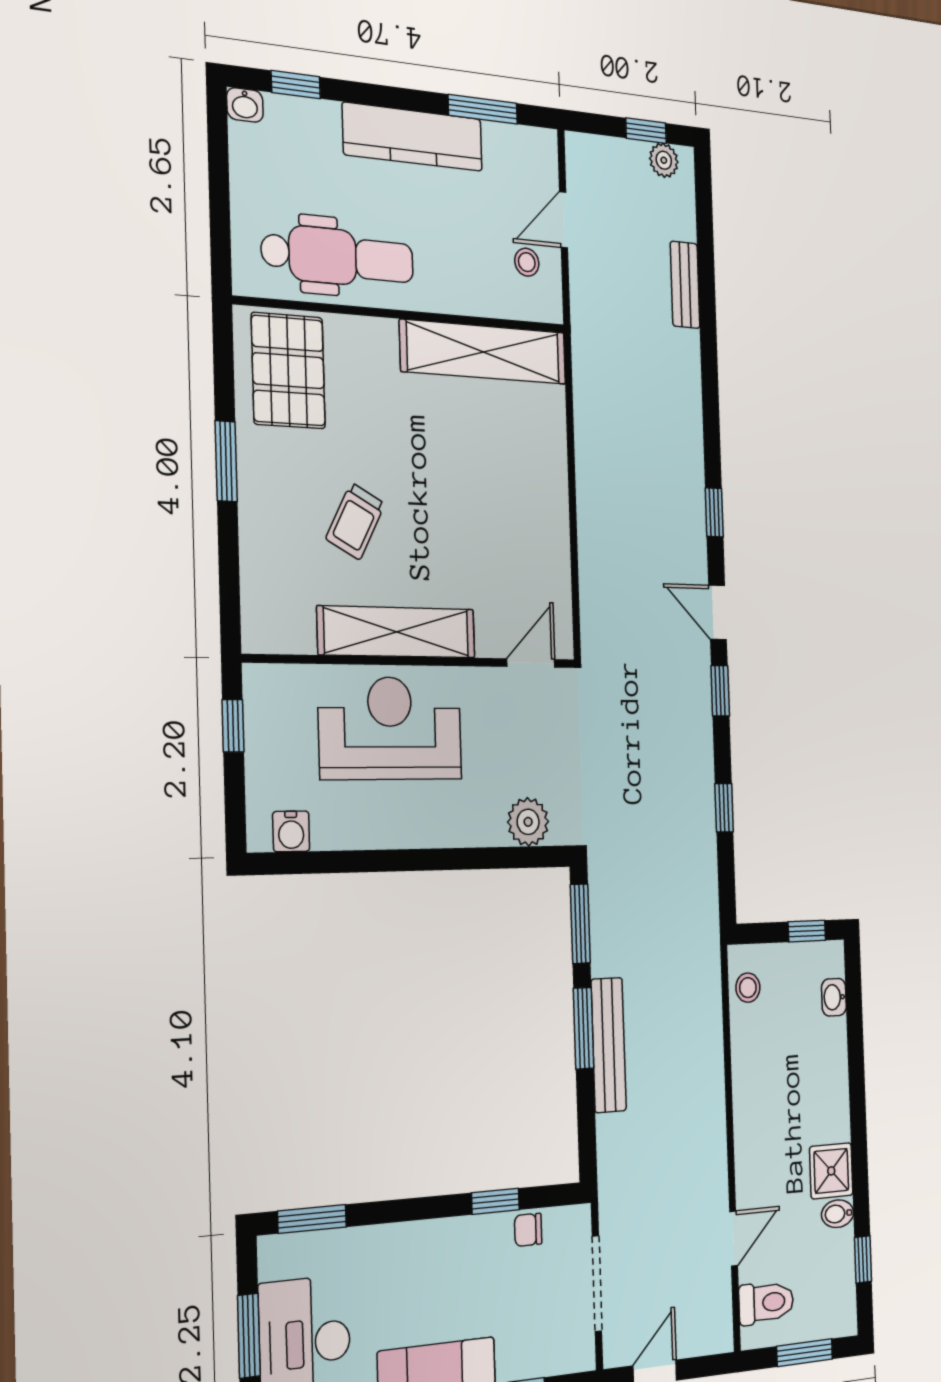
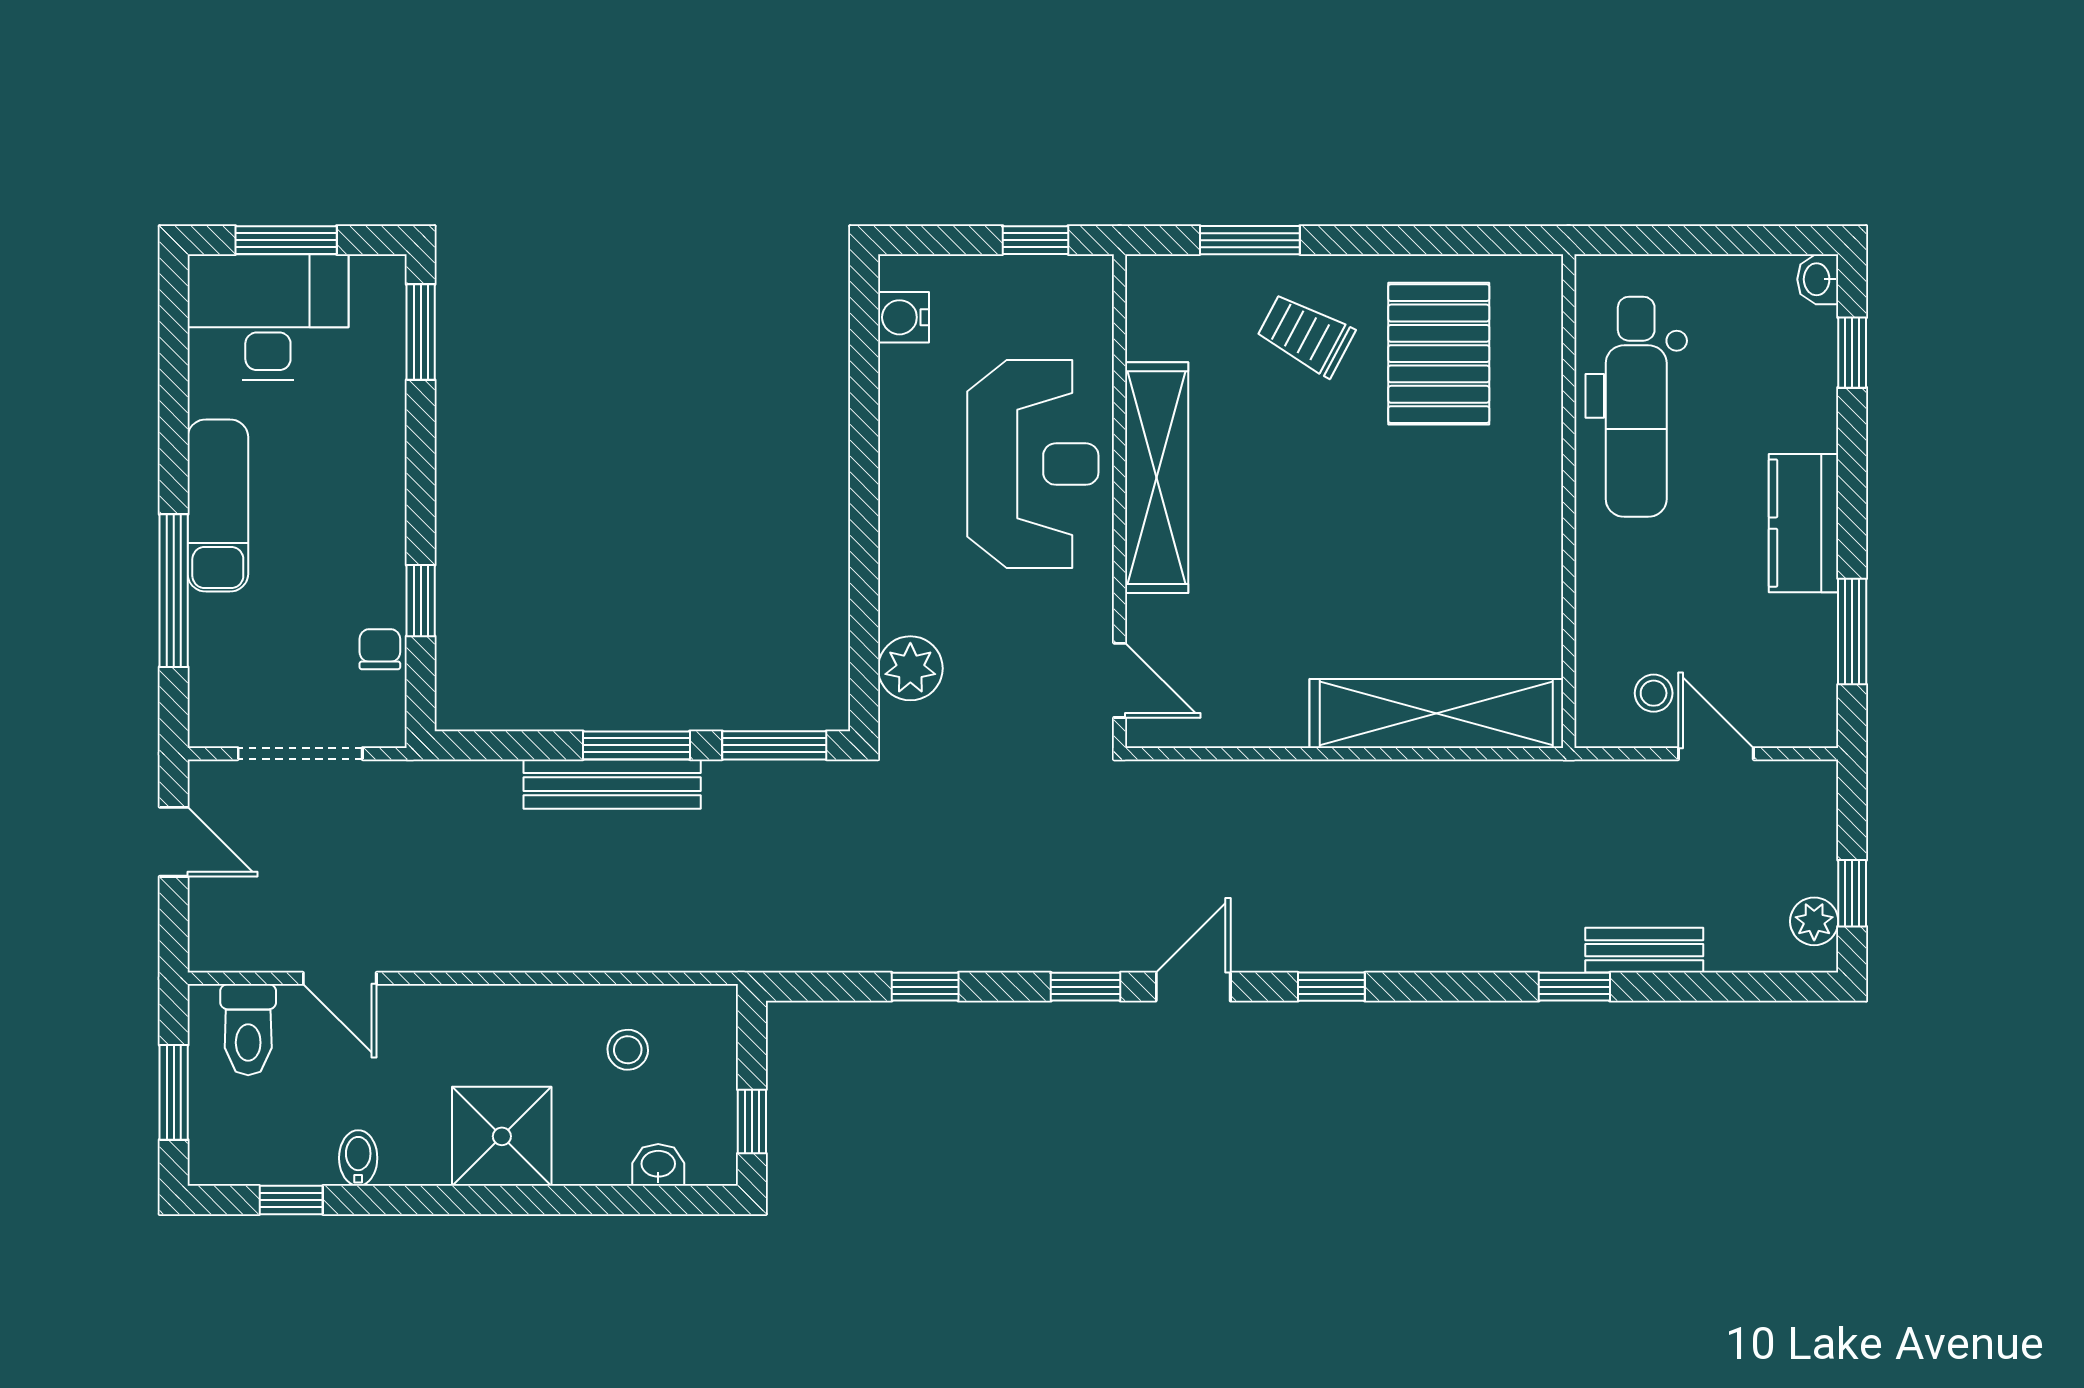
kitchen counter: (413, 137) -> (1803, 523), width x0.67
window: (708, 337) -> (1574, 987), added
shelving: (484, 352) -> (1436, 714), moved, turned 90
pallet: (288, 371) -> (1439, 354), moved, turned 90
window: (226, 461) -> (1250, 240), moved
trolley: (355, 521) -> (1306, 335), moved
stool: (748, 988) -> (628, 1050), moved
shower: (831, 1171) -> (502, 1136), moved, width x1.36, depth x1.36

